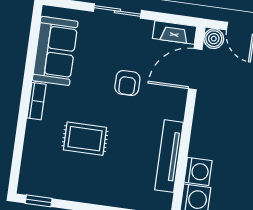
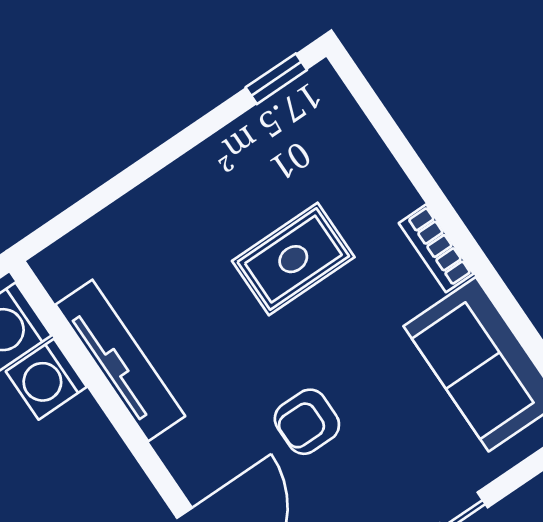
armchair: (127, 83) -> (307, 422), turned -90

